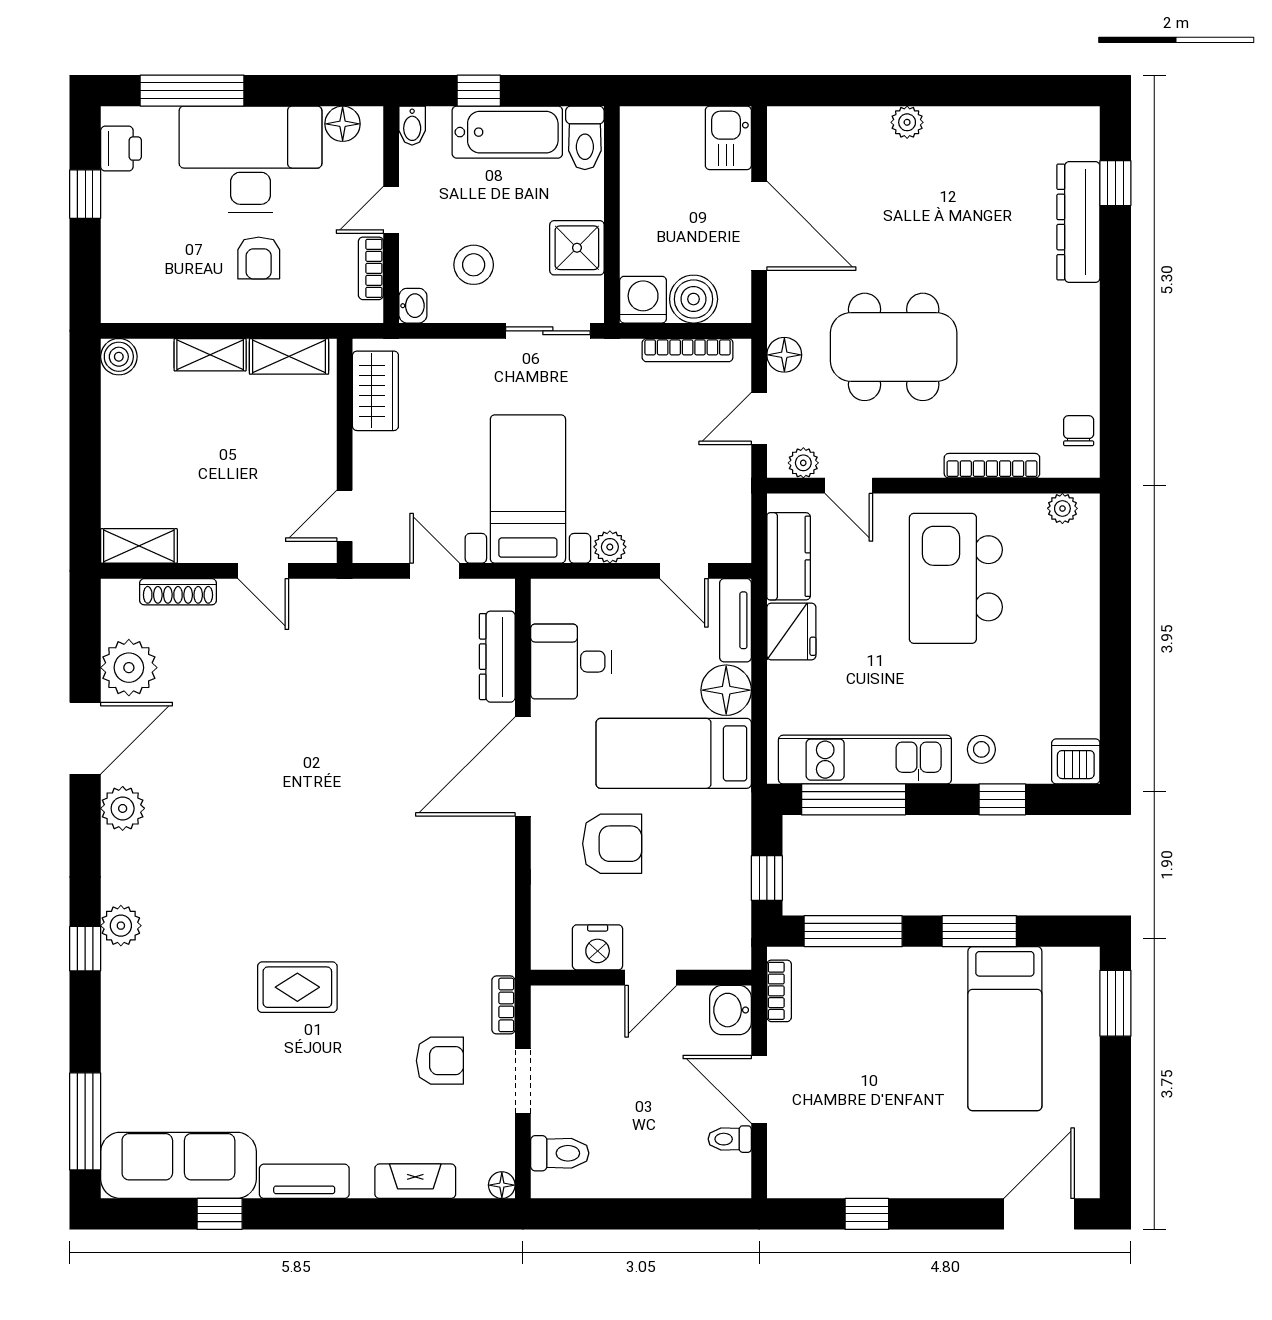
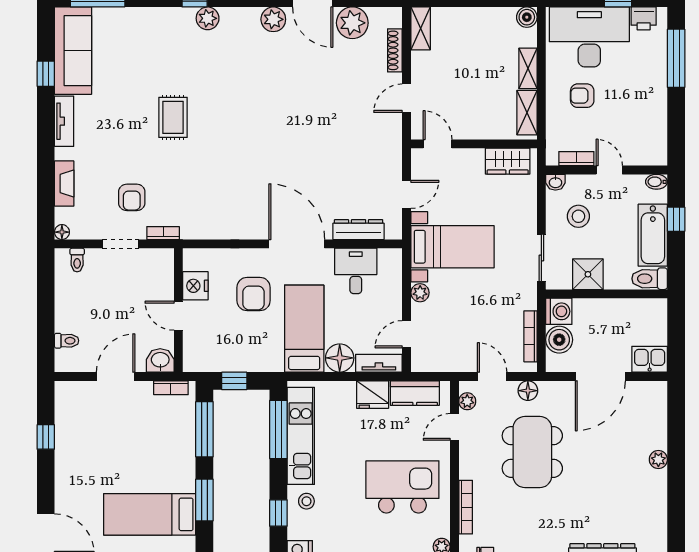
floor lamp: (343, 124) -> (658, 143), removed
desk: (251, 159) -> (589, 37), moved, turned -90
toilet: (730, 1139) -> (67, 341), moved, turned 90
toilet: (560, 1153) -> (77, 260), width x0.73, depth x0.72

